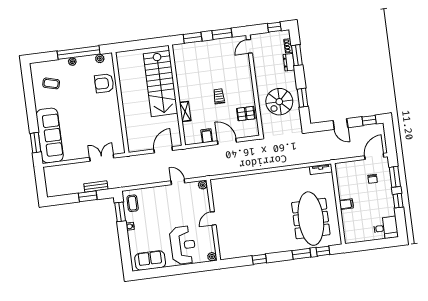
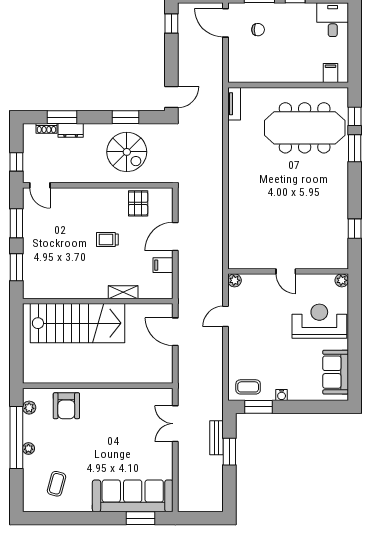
window: (274, 27) -> (16, 162), moved
door: (340, 124) -> (171, 97), moved
filing cabinet: (346, 204) -> (330, 73), moved
window: (259, 259) -> (355, 229), moved

